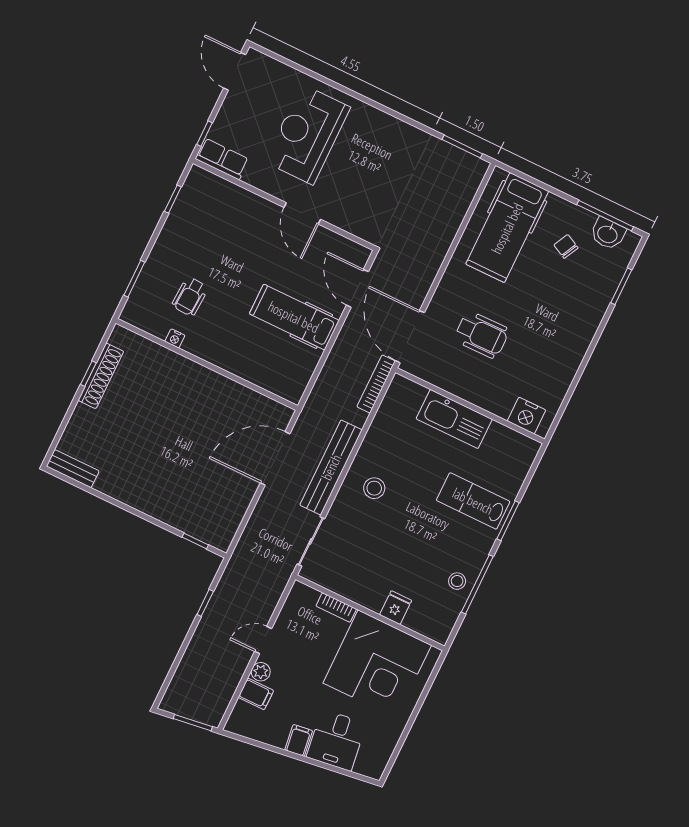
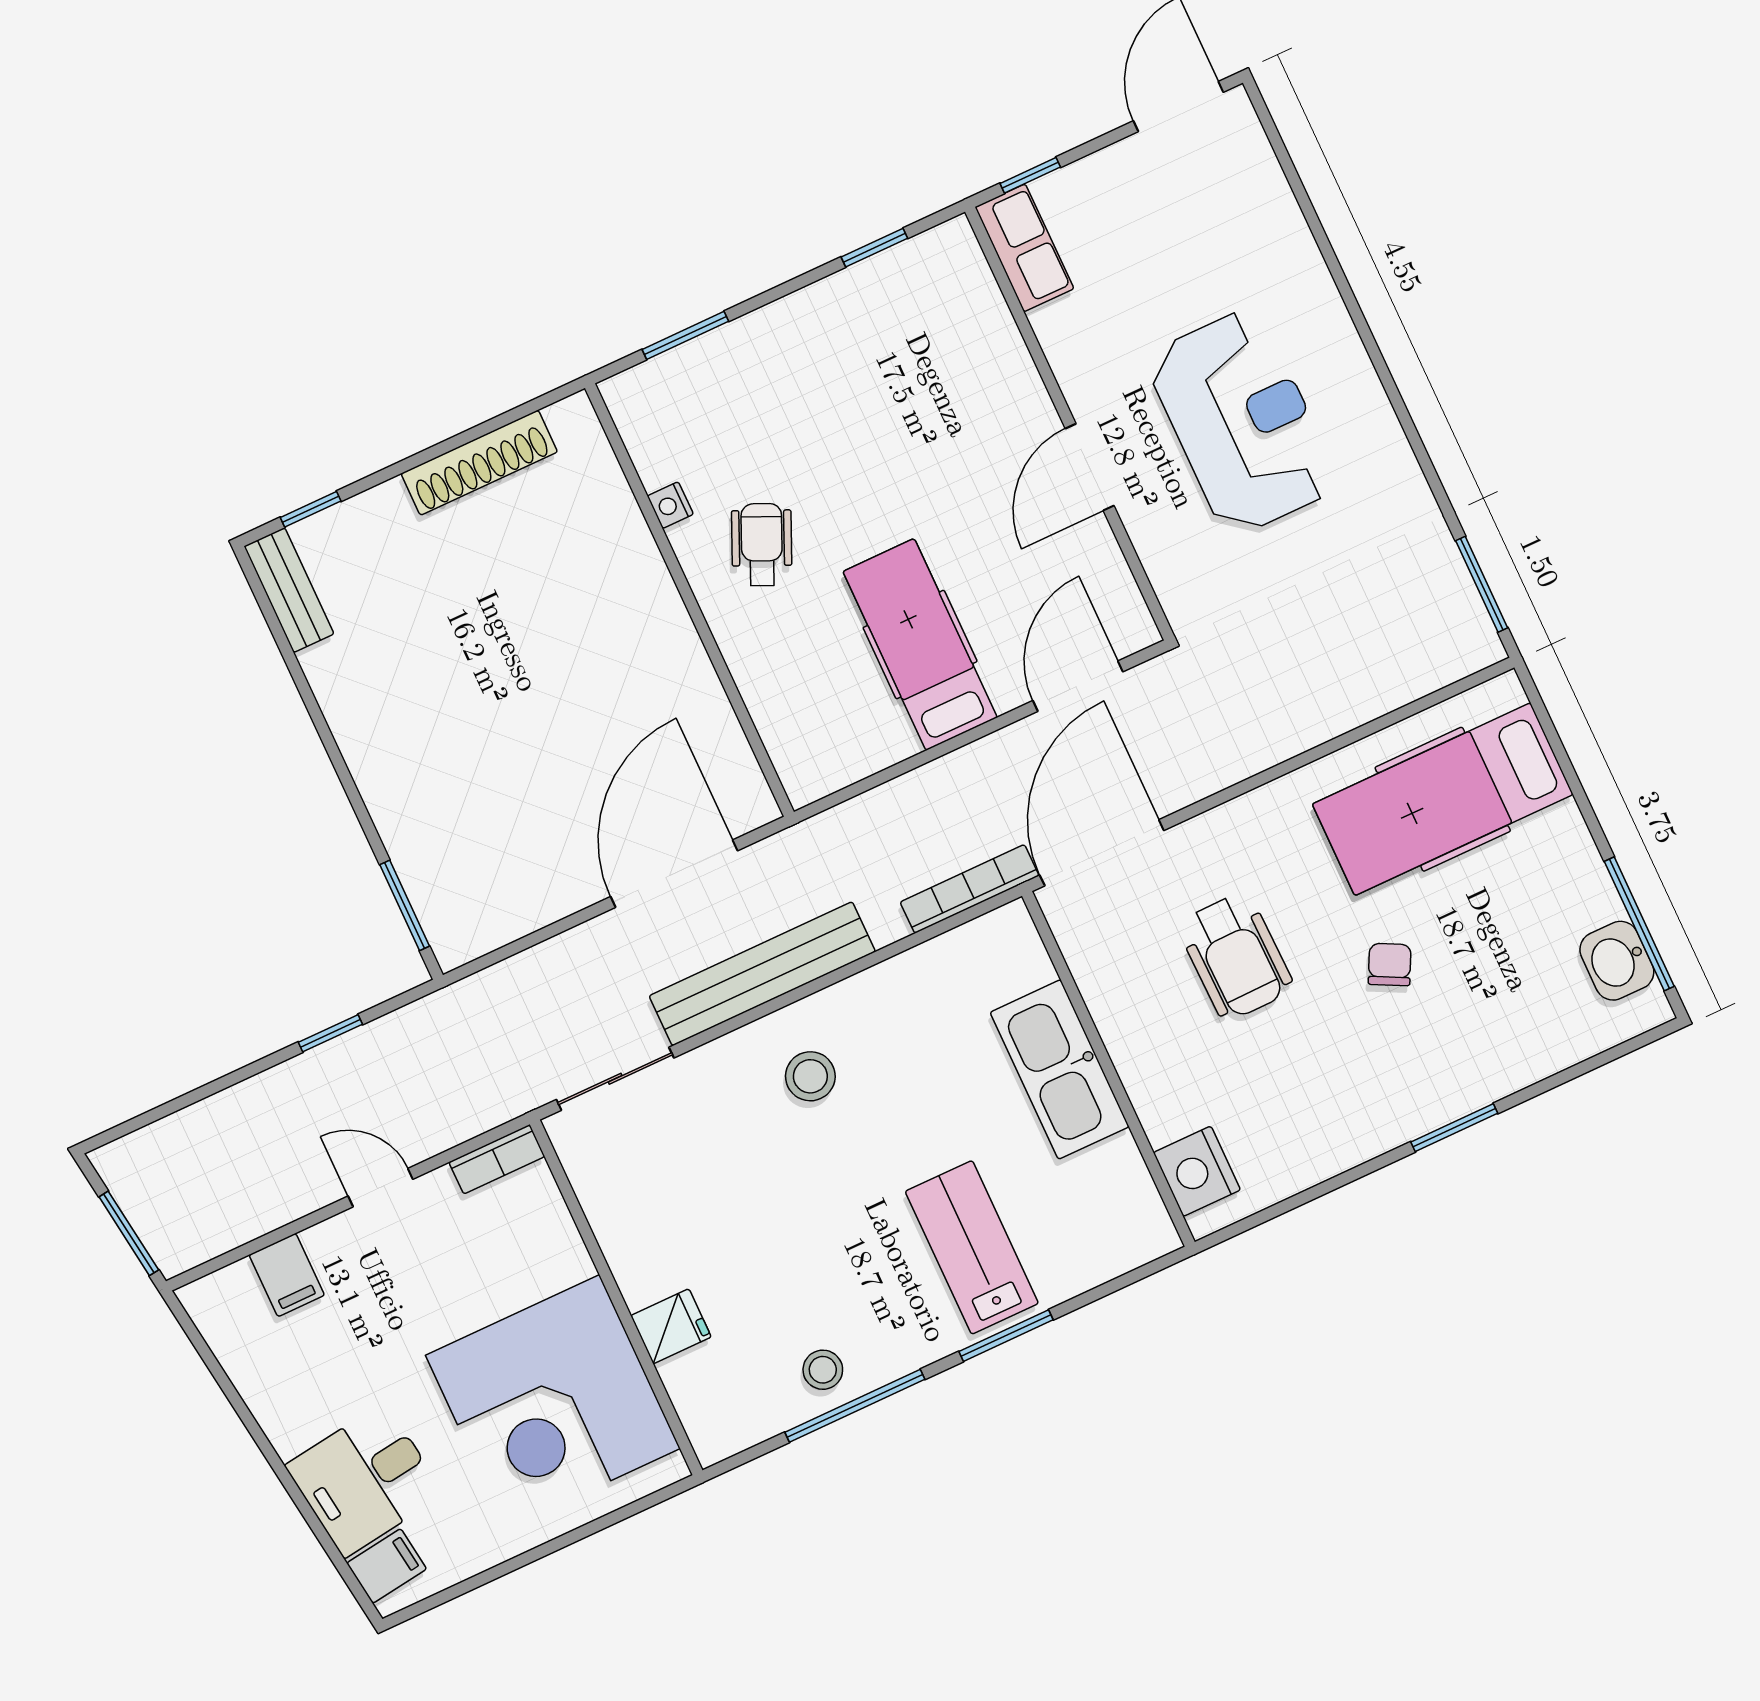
reception desk: (307, 134) -> (1242, 422), moved, turned 90
chair: (566, 246) -> (1390, 964), moved
window: (621, 286) -> (1454, 1128), moved
wheelchair: (190, 297) -> (762, 545), moved, turned 111
window: (88, 374) -> (311, 509), moved
door: (275, 458) -> (674, 874), hinge flipped
window: (195, 541) -> (405, 905), width x1.50
bookcase: (336, 607) -> (497, 1159), moved, turned -90
plant: (261, 672) -> (329, 1242), removed
filing cabinet: (299, 740) -> (387, 1566), moved

